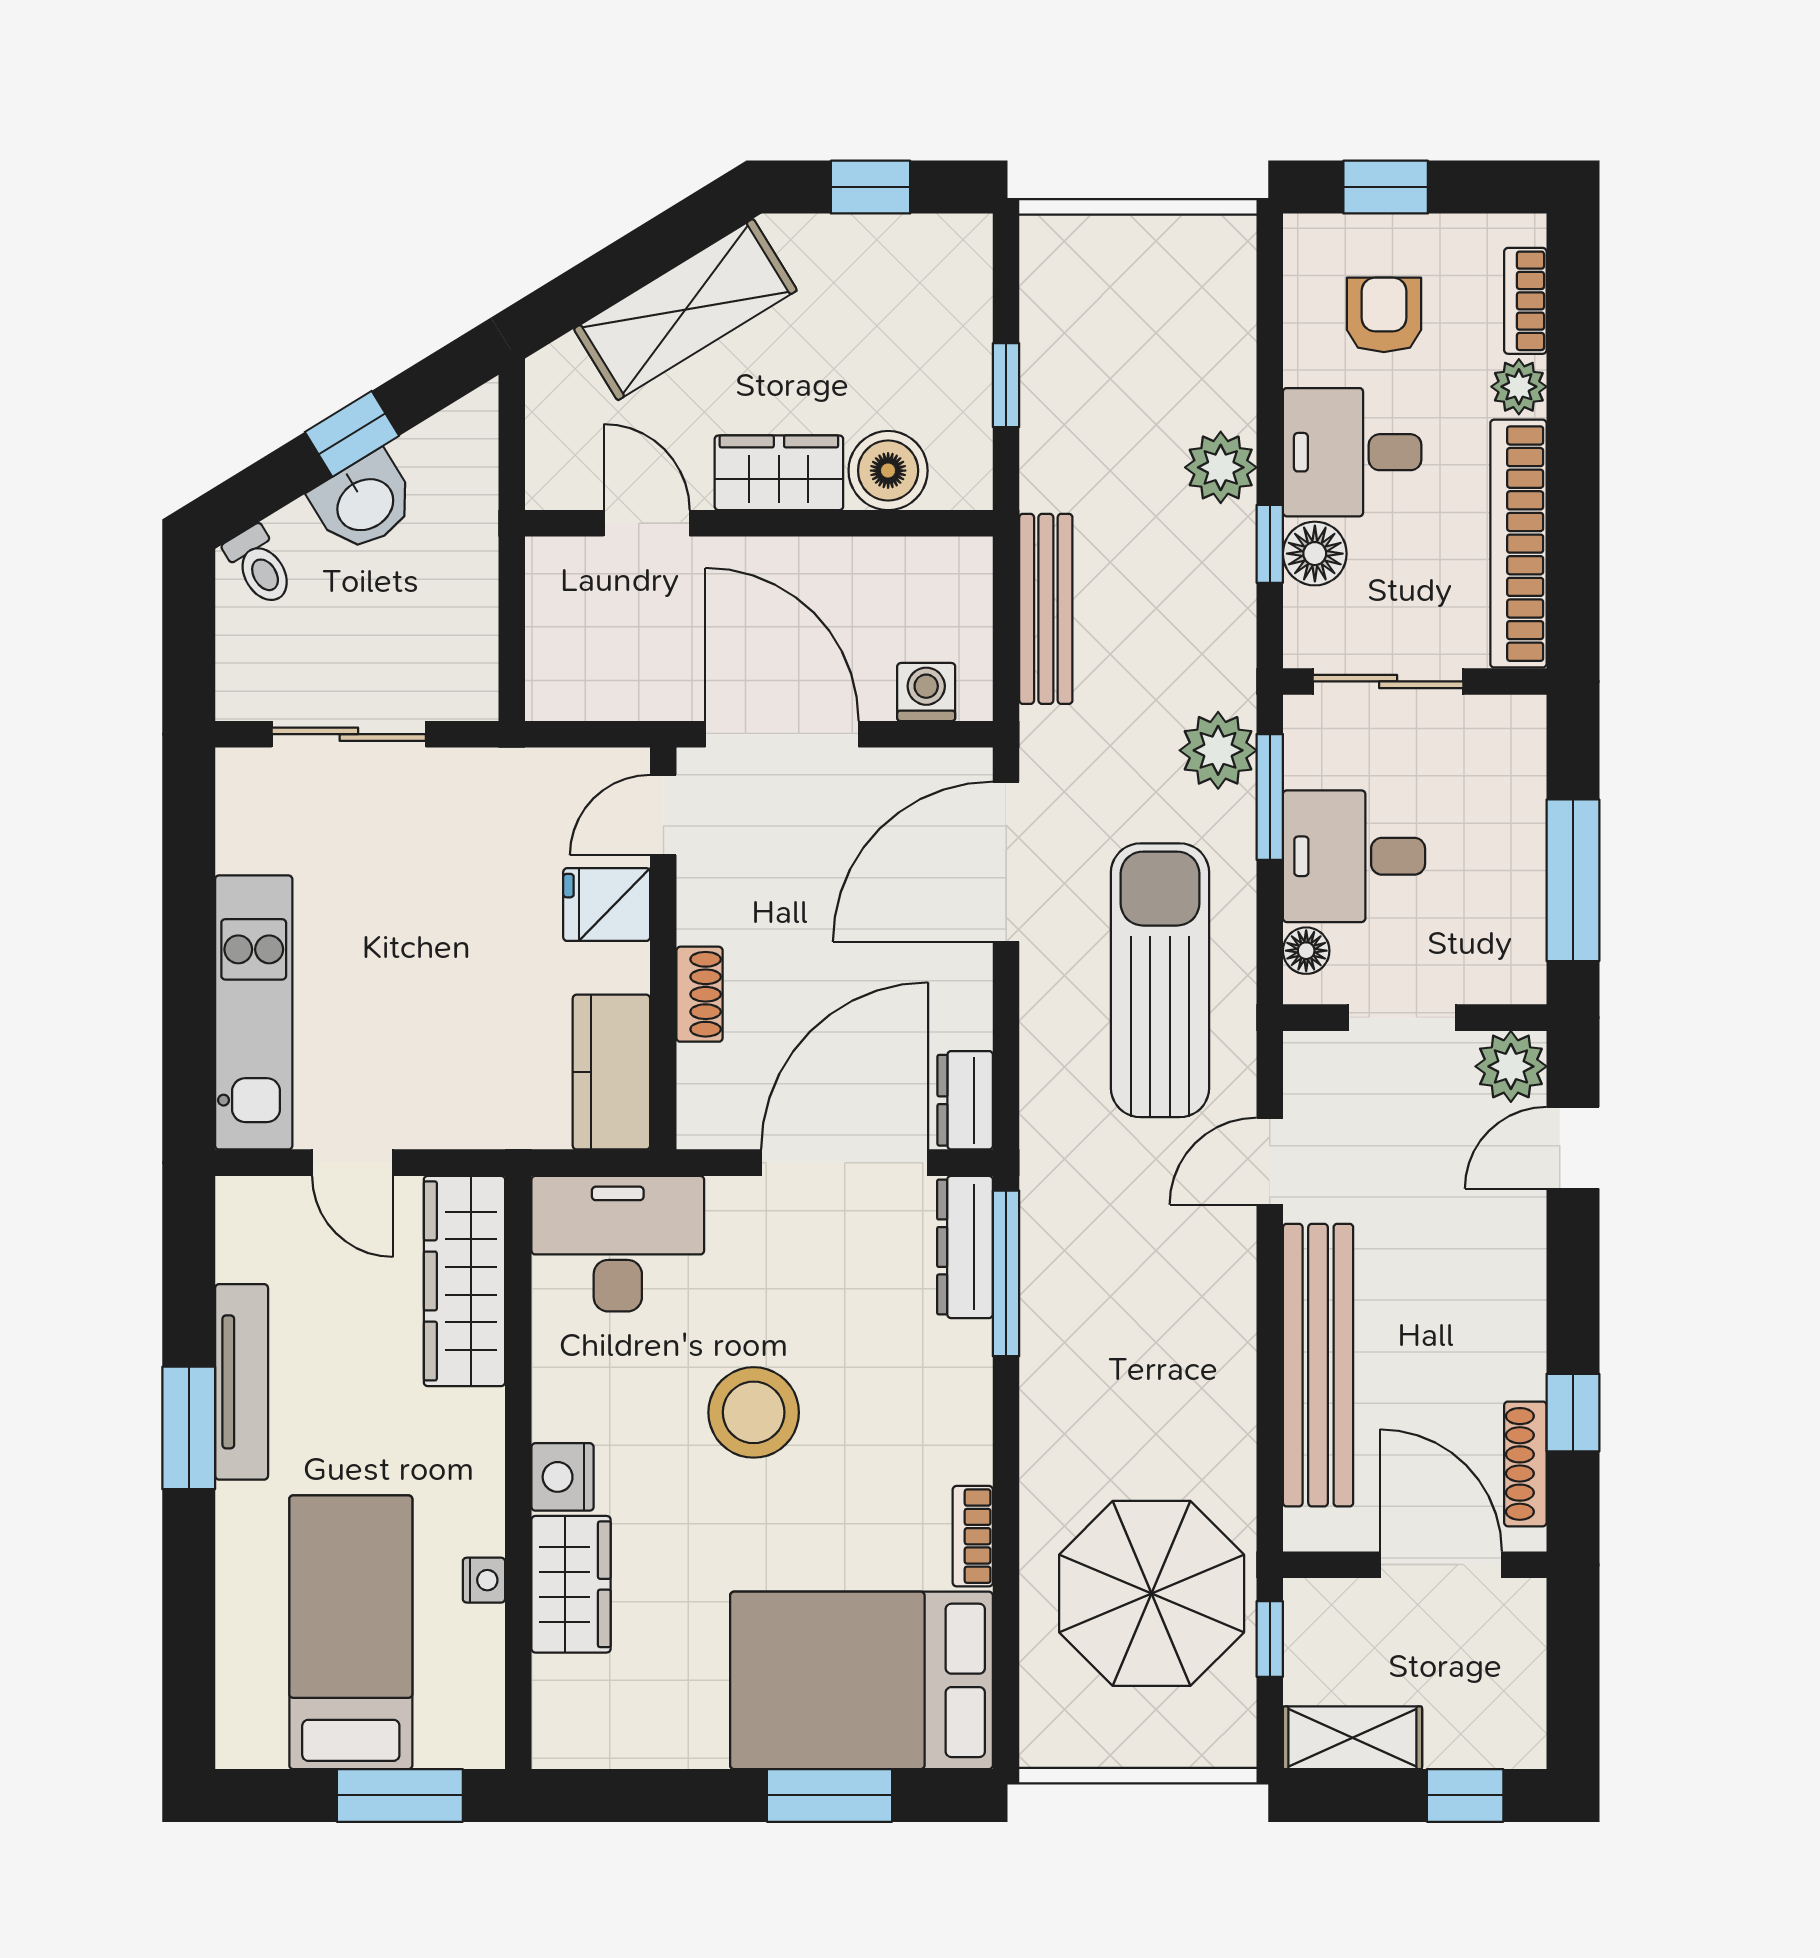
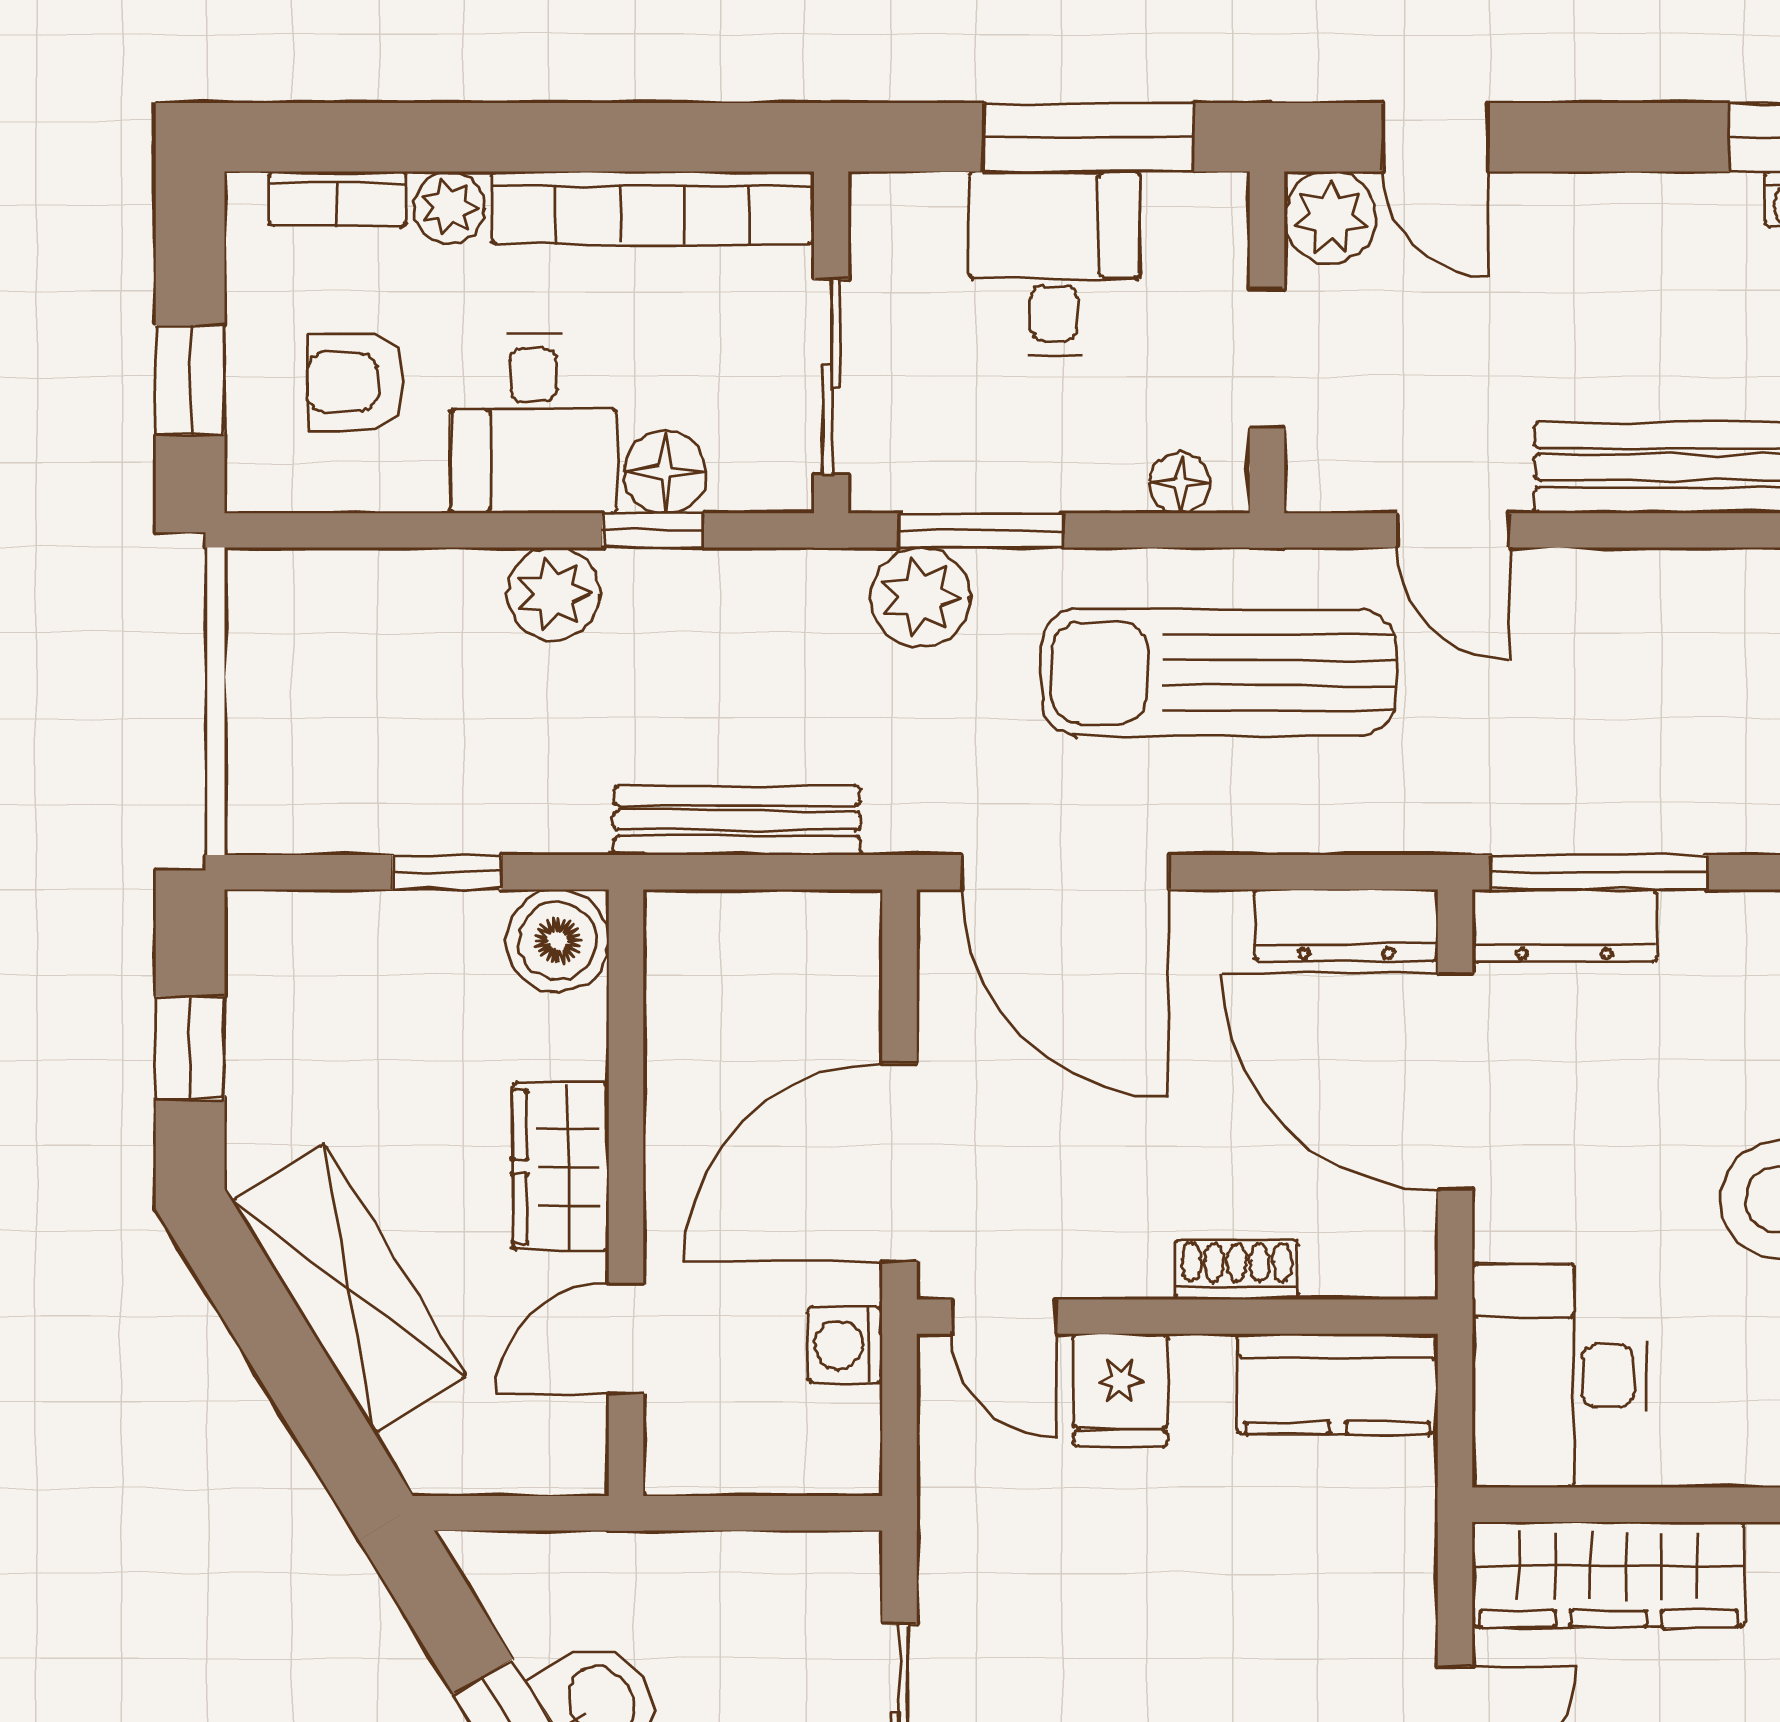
boiler: (888, 471) -> (558, 941), moved
washing machine: (926, 692) -> (845, 1345), moved
desk: (1354, 856) -> (1054, 264), moved, turned 180
dresser: (965, 1100) -> (1346, 925), width x1.44

